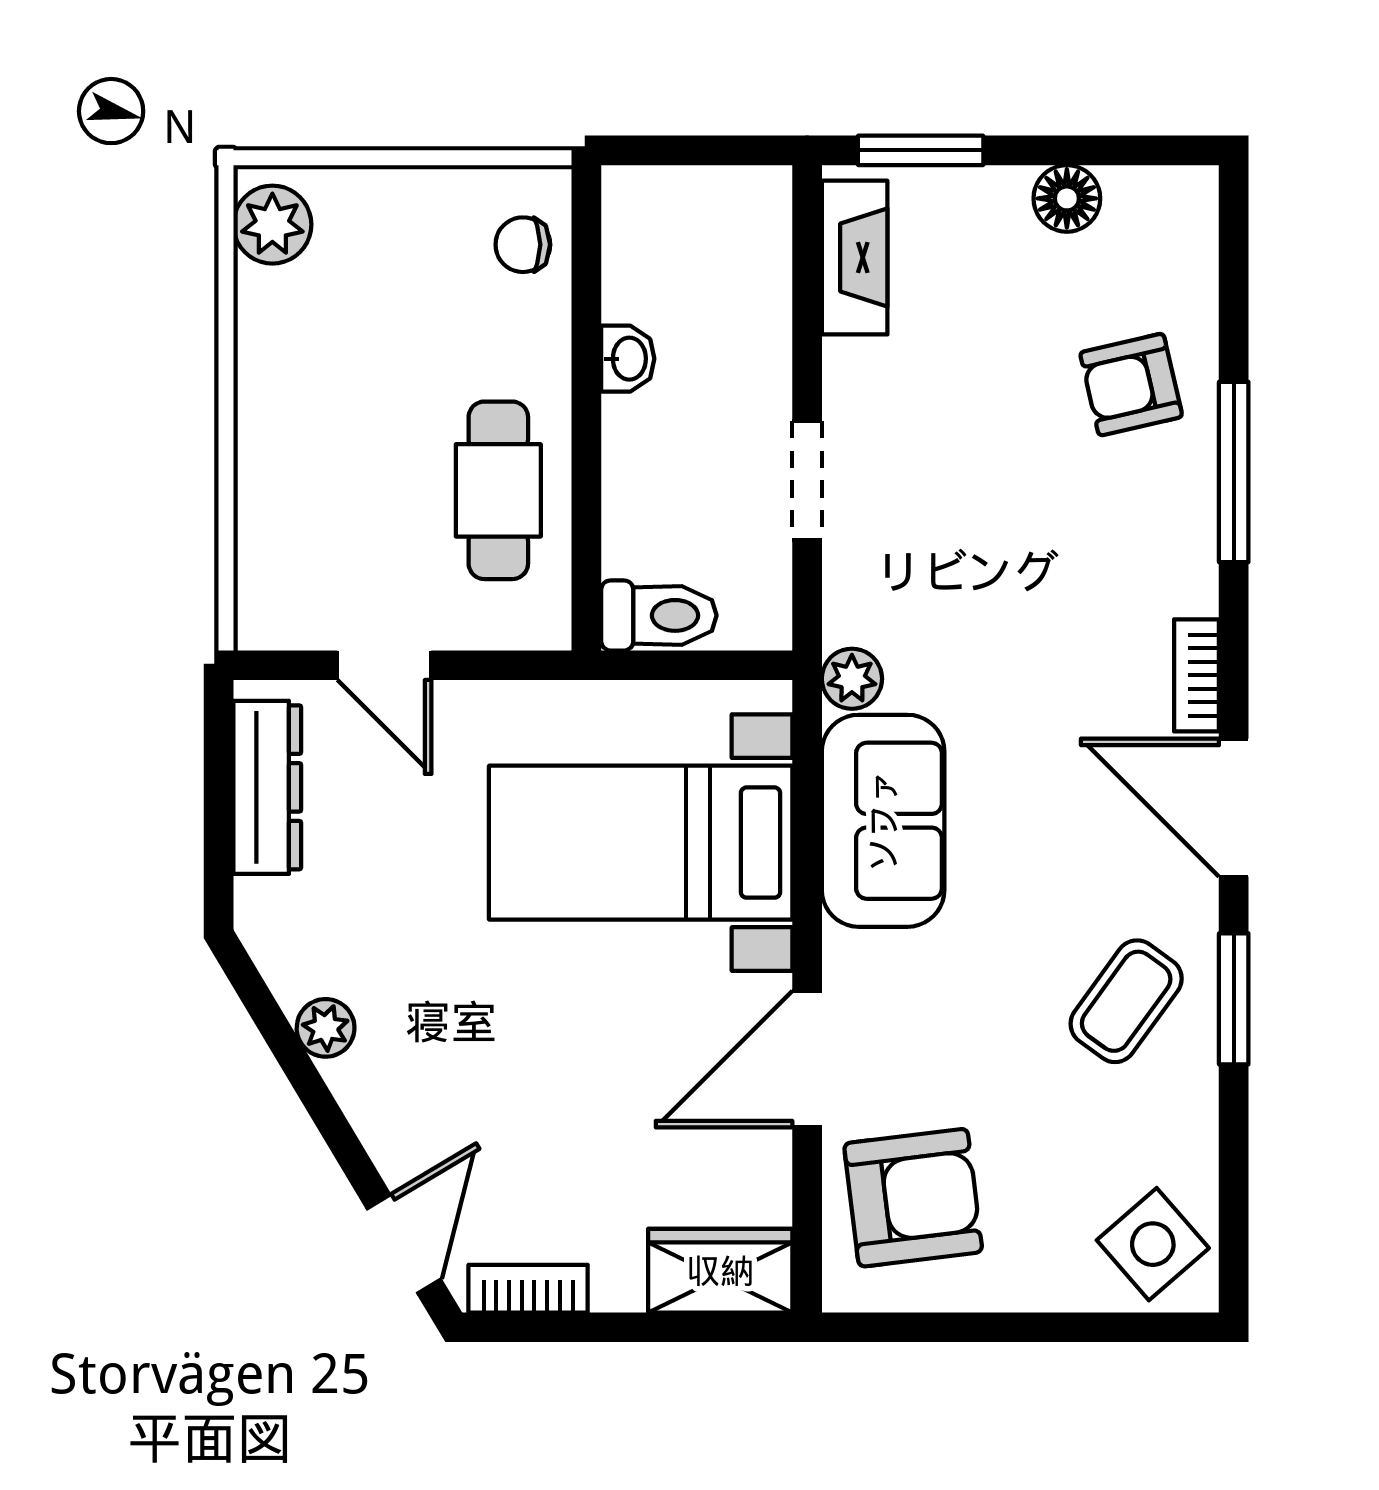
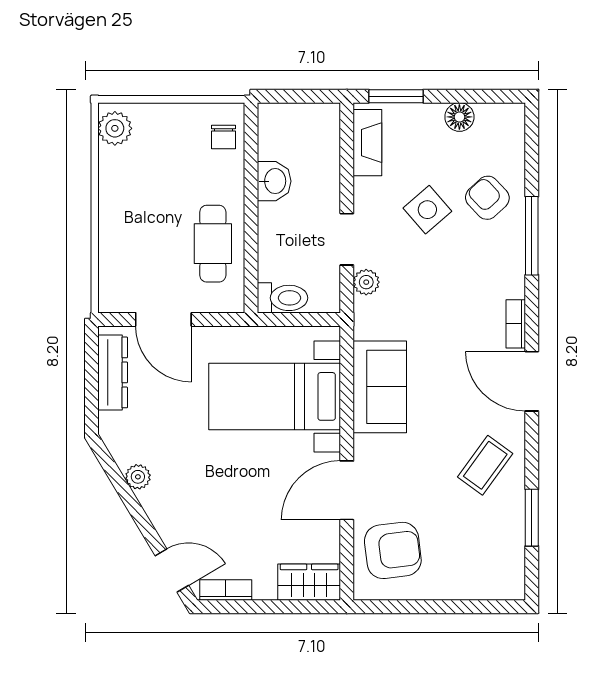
chair: (523, 245) -> (224, 137), turned -90
washbasin: (628, 359) -> (274, 181), width x1.38, depth x1.45
armchair: (1131, 385) -> (487, 198), turned 60
door: (384, 665) -> (163, 319), width x1.38
plant: (852, 679) -> (366, 282), moved
window: (1234, 999) -> (532, 518), moved
door: (404, 1244) -> (172, 571), hinge flipped
side table: (1153, 1244) -> (427, 210), moved

